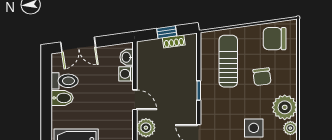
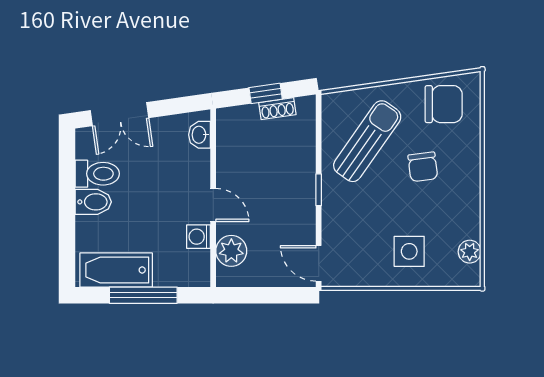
chair: (275, 39) -> (444, 104), turned 180
sun lounger: (228, 61) -> (367, 141), turned 35
washing machine: (126, 74) -> (199, 237), moved
plant: (285, 107) -> (460, 217), removed

